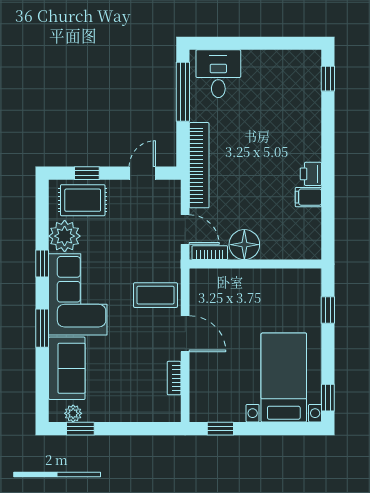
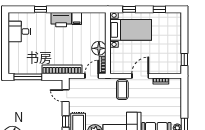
desk: (218, 74) -> (19, 31), moved
window: (328, 79) -> (41, 9), moved
printer: (311, 174) -> (61, 20), width x1.87, depth x1.48
bed with nightstands: (284, 378) -> (131, 30), moved, turned 180
window: (328, 398) -> (159, 9), moved

